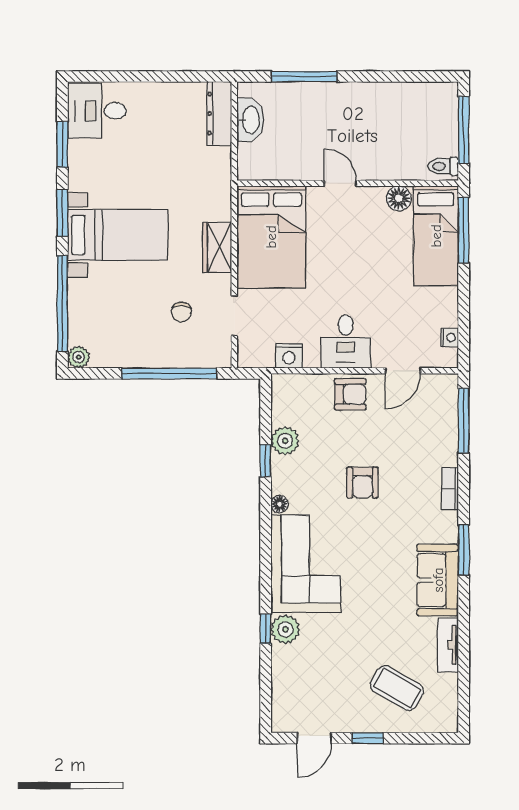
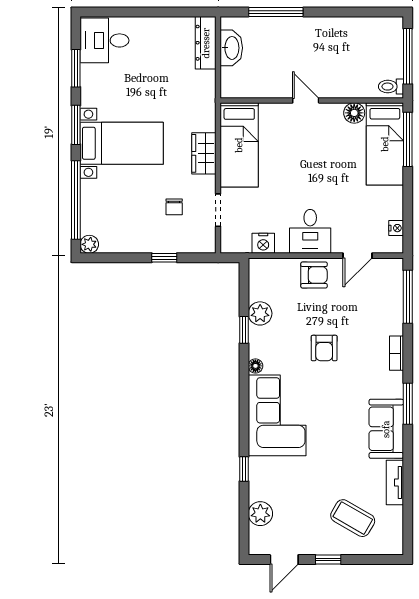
bed: (271, 237) -> (239, 145), width x0.67
window: (169, 373) -> (164, 258), width x0.32
plant: (285, 629) -> (260, 514), moved

